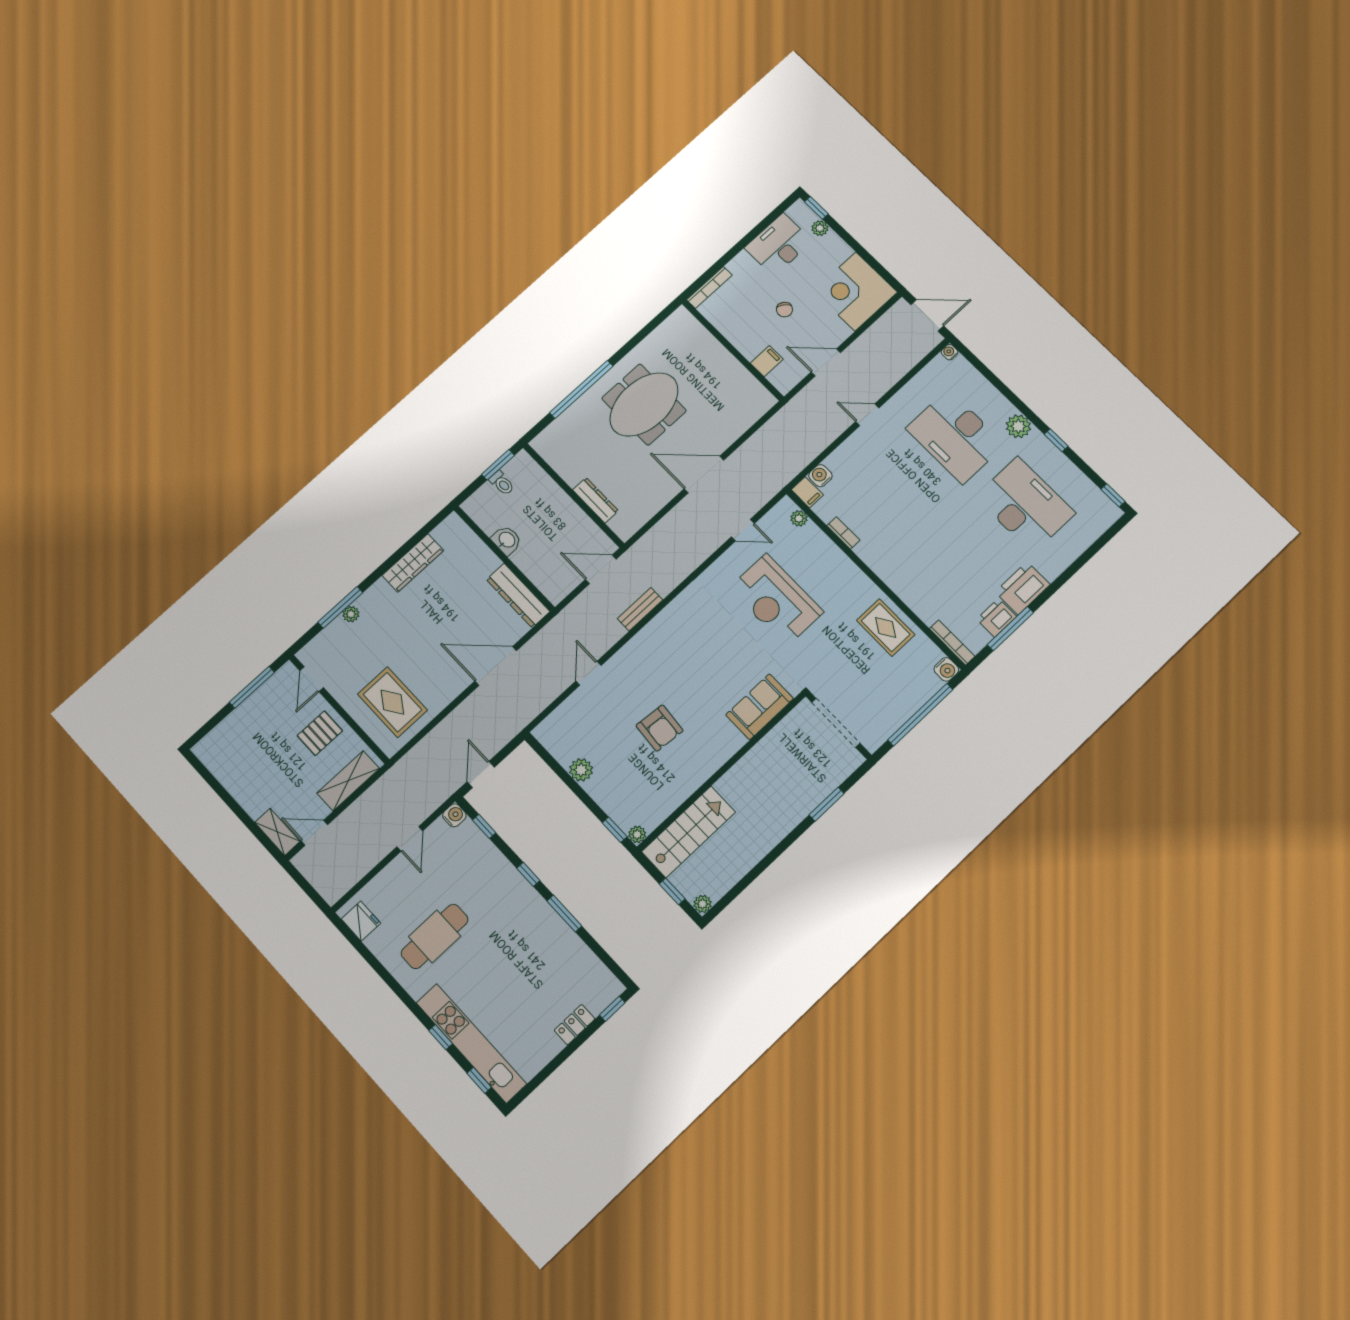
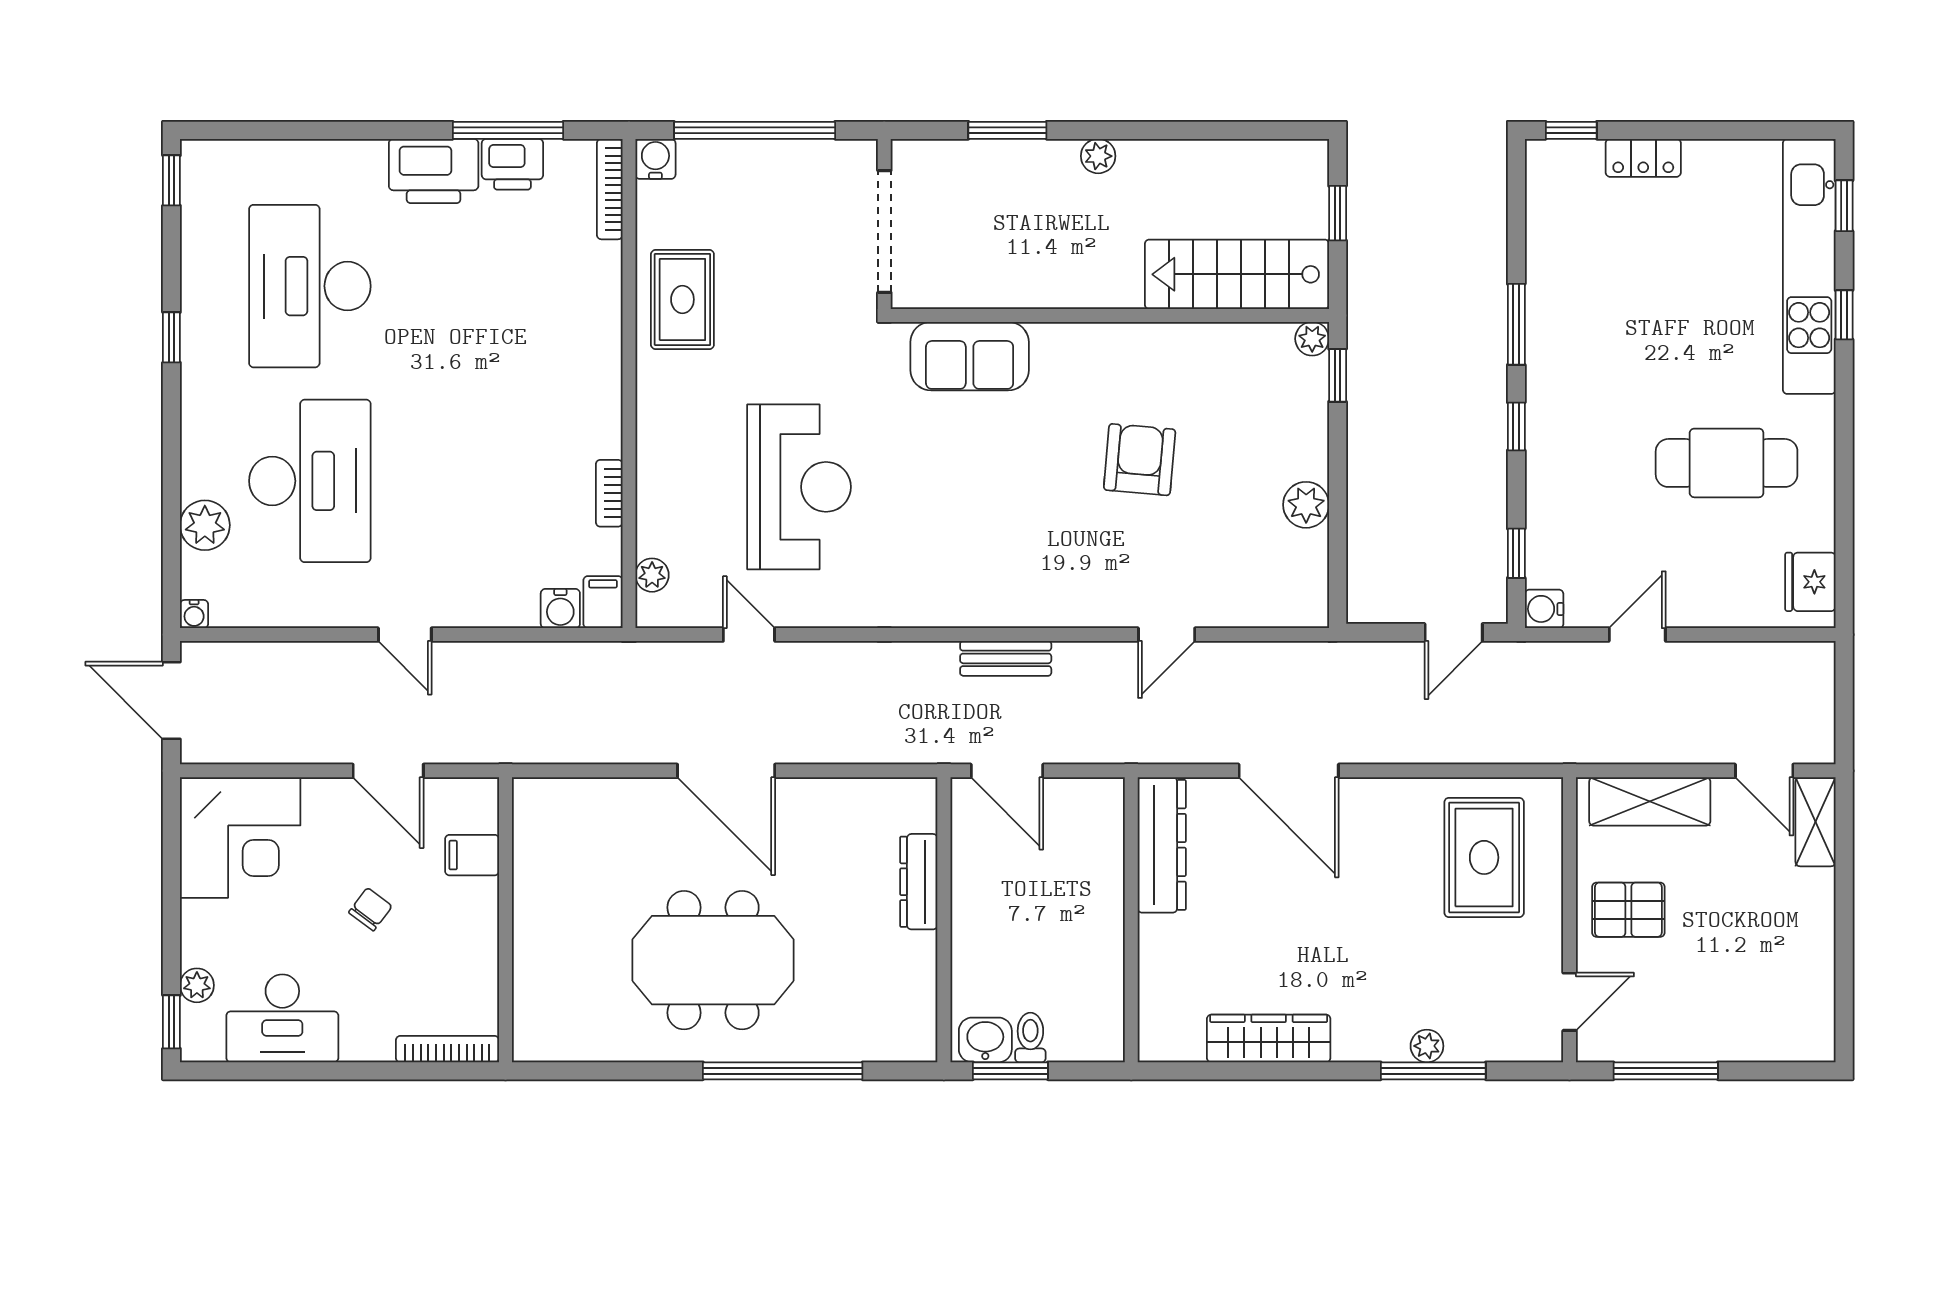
plant: (1018, 426) -> (205, 525), moved
washbasin: (507, 540) -> (985, 1040), moved, turned 90
plant: (702, 904) -> (1098, 156), moved

